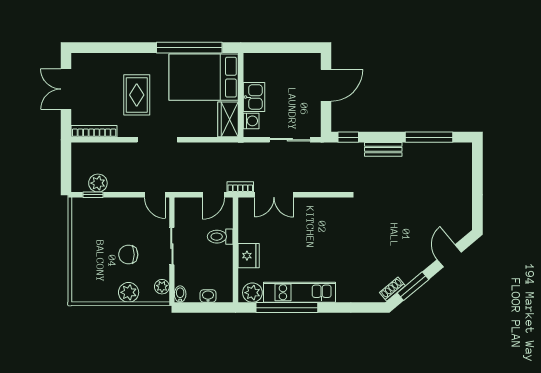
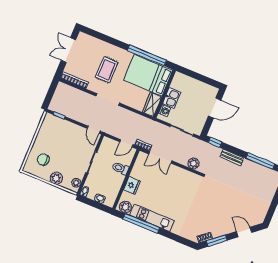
plant: (98, 183) -> (193, 163), moved
chair: (128, 255) -> (43, 160), moved
door: (449, 256) -> (244, 232), hinge flipped

